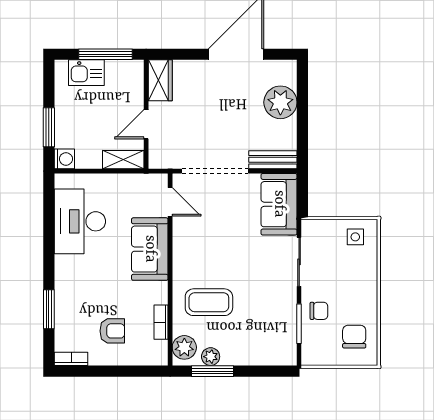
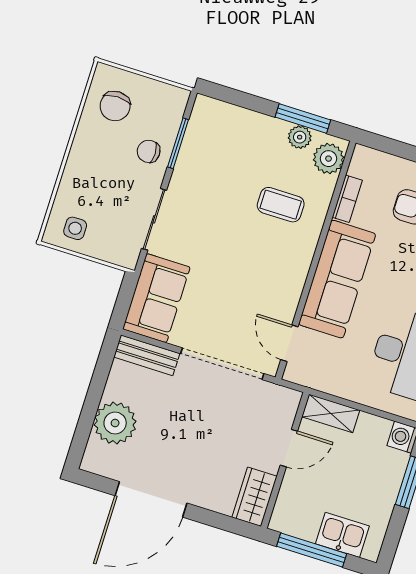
sofa: (150, 249) -> (337, 279), width x1.36
coffee table: (209, 302) -> (281, 205), width x0.73, depth x0.77

